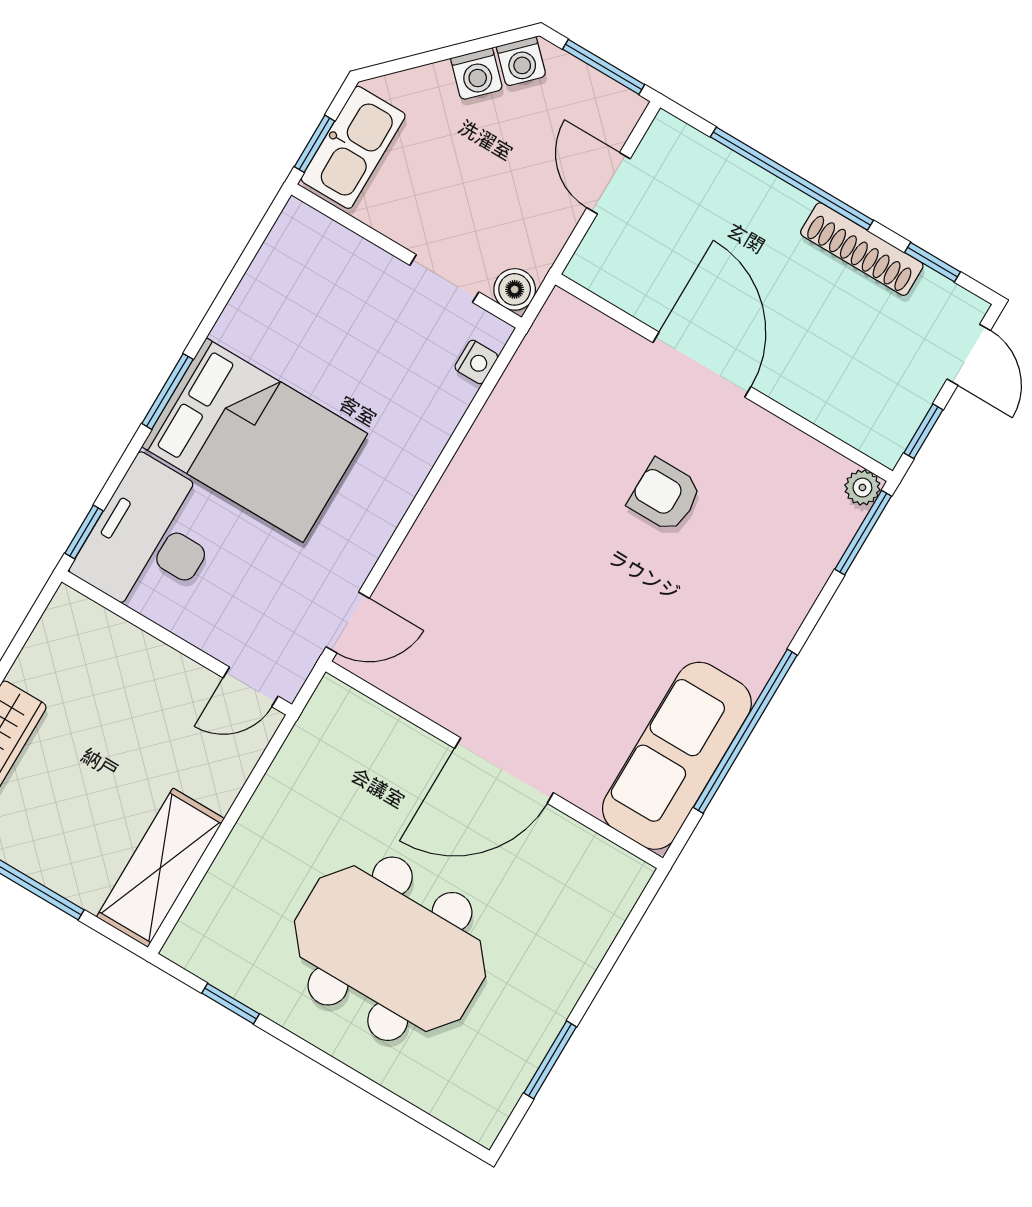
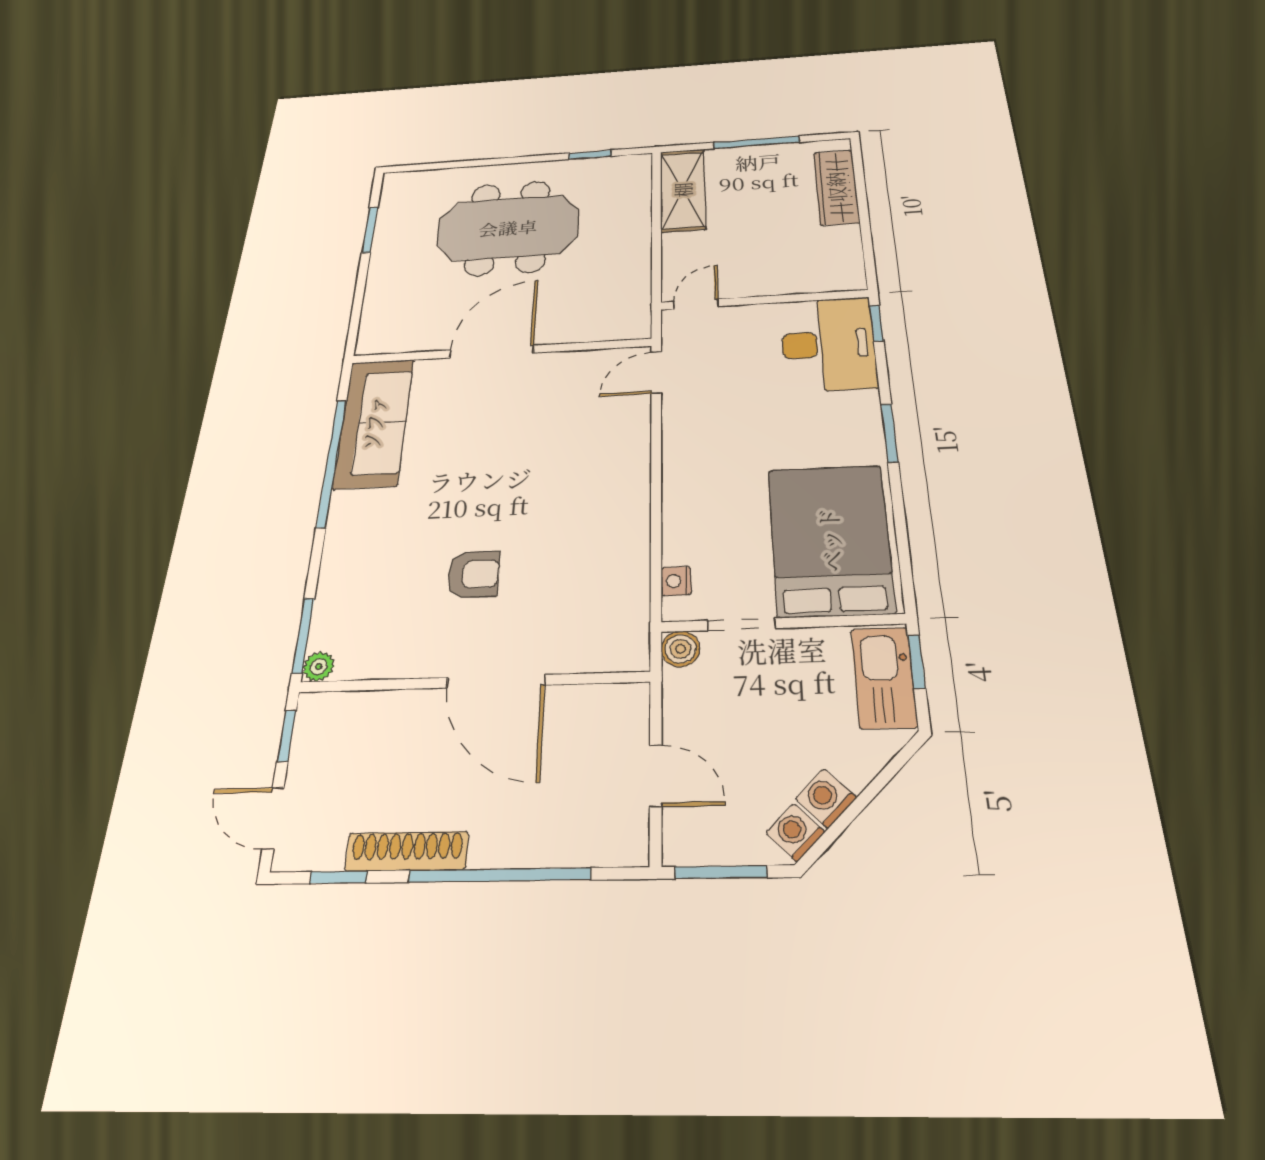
bed: (255, 440) -> (830, 540), moved, turned 90

